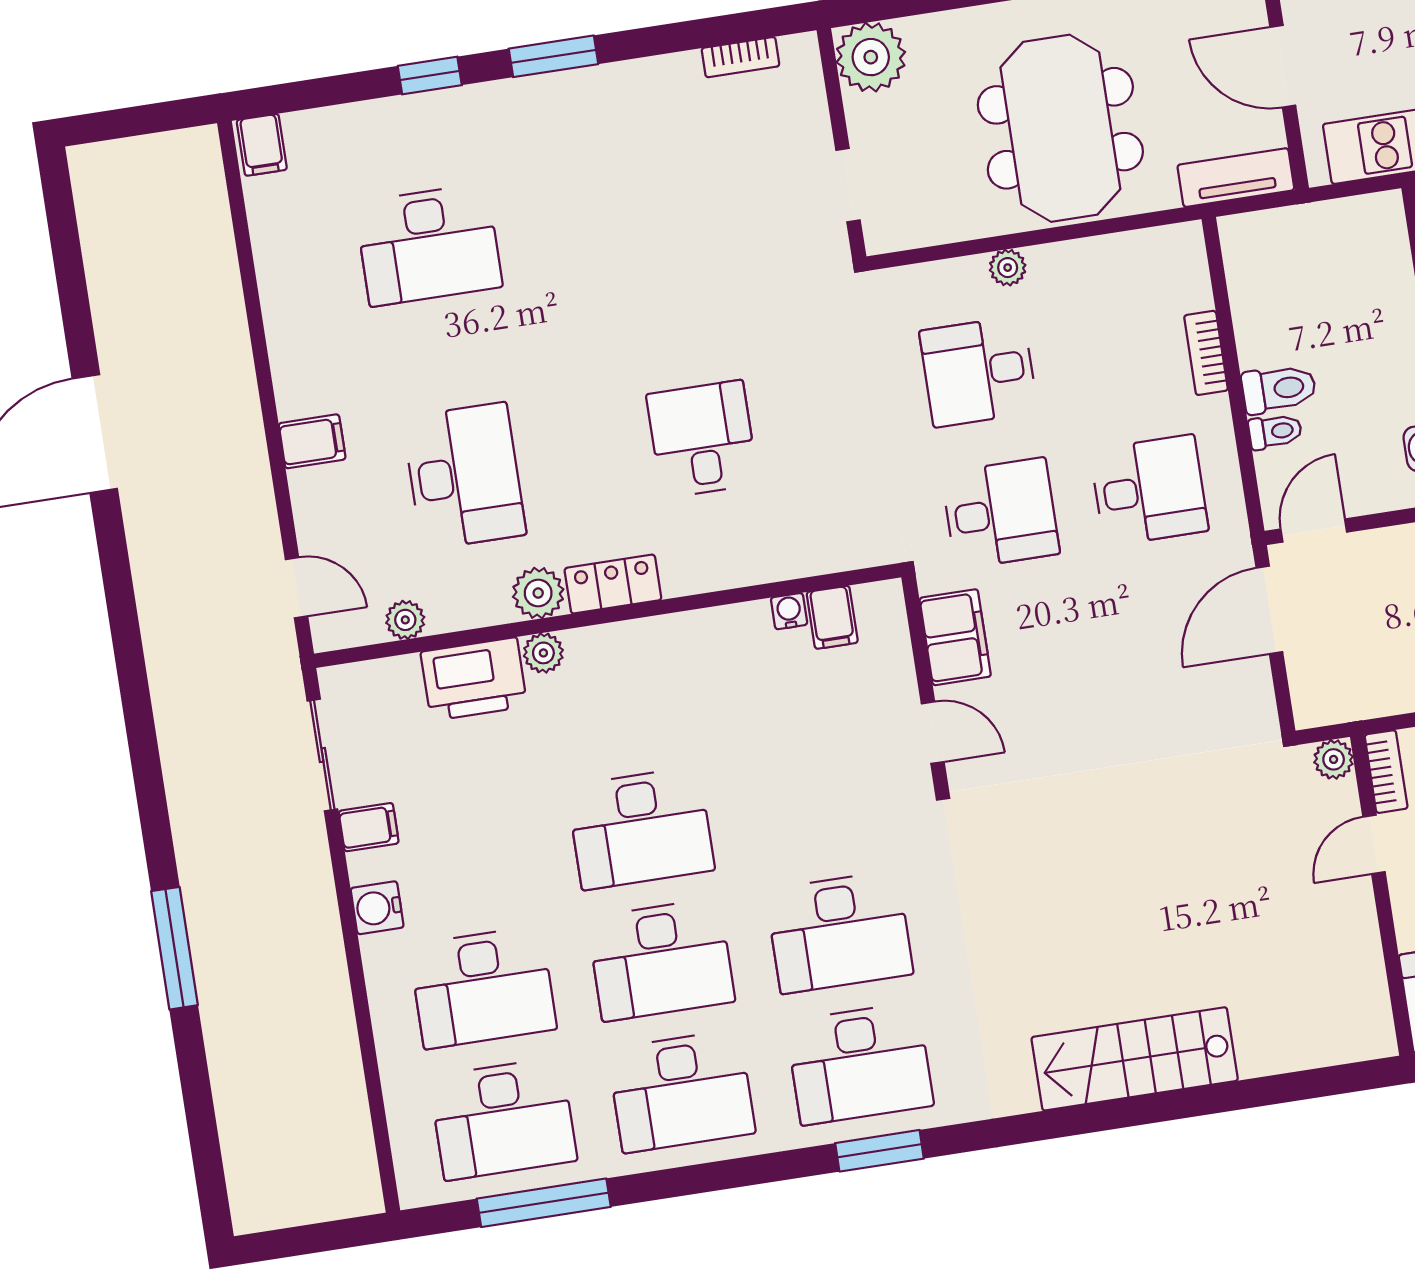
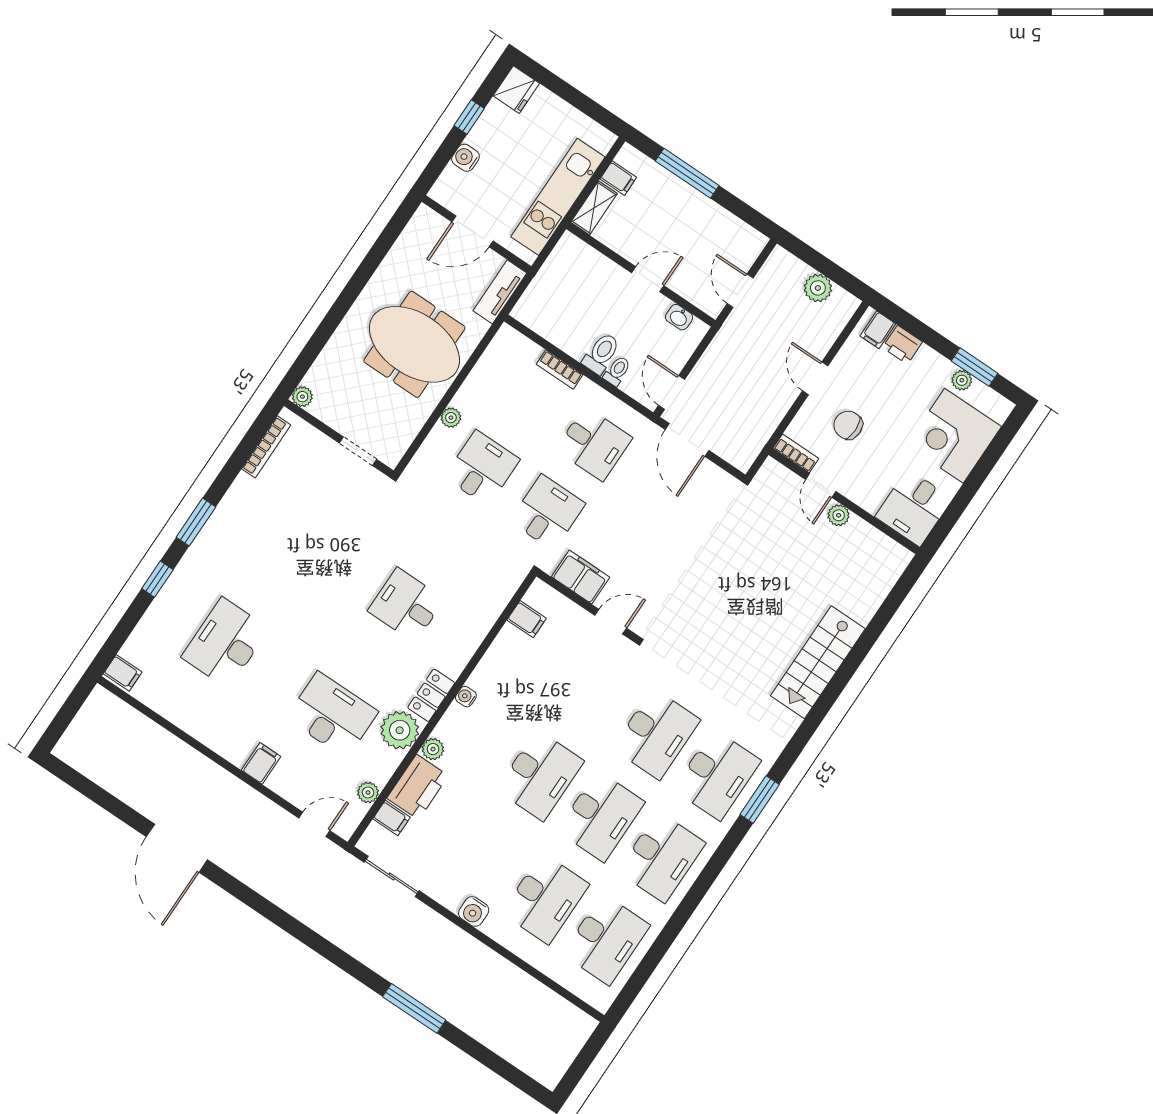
bookcase: (740, 57) -> (266, 447), width x1.56
plant: (871, 57) -> (302, 397), width x0.53, depth x0.53
desk: (428, 245) -> (225, 643), turned 180
desk: (979, 371) -> (482, 468), turned 180
desk: (1149, 490) -> (594, 444), turned 90
plant: (538, 593) -> (400, 730), width x1.36, depth x1.36
water cooler: (789, 611) -> (466, 697), moved
plant: (1334, 759) -> (839, 515), moved
filing cabinet: (369, 827) -> (391, 818), moved, turned 90
window: (544, 1203) -> (655, 954), removed

